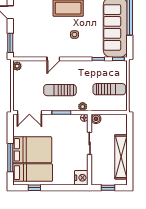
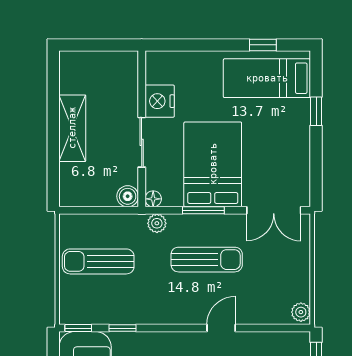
double door: (29, 112) -> (274, 210), swing flipped
bed: (32, 150) -> (213, 164), moved, turned 90
shelving: (121, 157) -> (72, 128), width x0.68
window: (10, 158) -> (316, 111), width x0.46
nightstand: (81, 178) -> (160, 101), moved
window: (108, 188) -> (101, 45), removed

